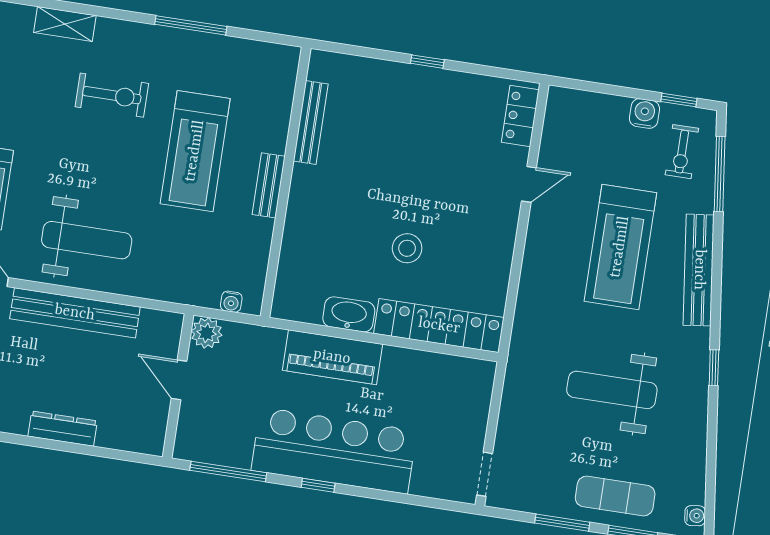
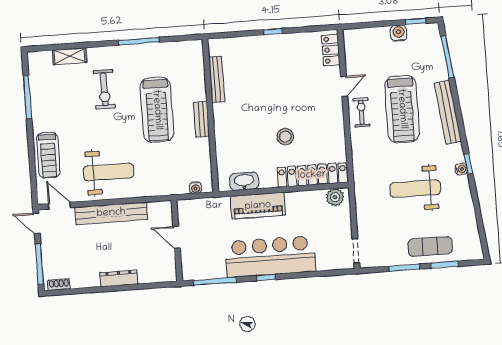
exercise bike: (112, 95) -> (104, 89), turned 90
exercise bike: (682, 152) -> (362, 112), moved, turned 180
washbasin: (349, 314) -> (244, 181), moved
plant: (207, 333) -> (335, 197), moved
water cooler: (695, 516) -> (461, 169), moved

